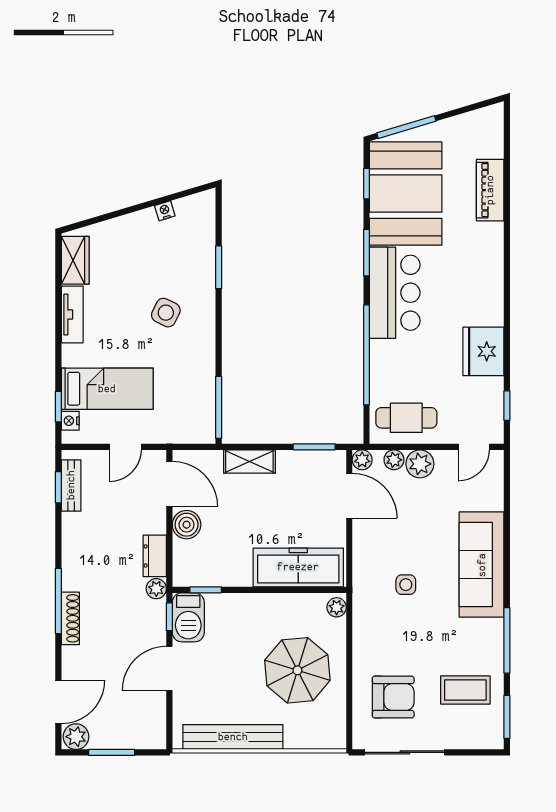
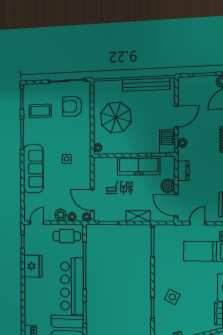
bar counter: (395, 293) -> (72, 286), width x1.36
side table: (166, 313) -> (172, 297), moved
freezer: (298, 567) -> (139, 166), moved
plant: (156, 589) -> (183, 143), moved

